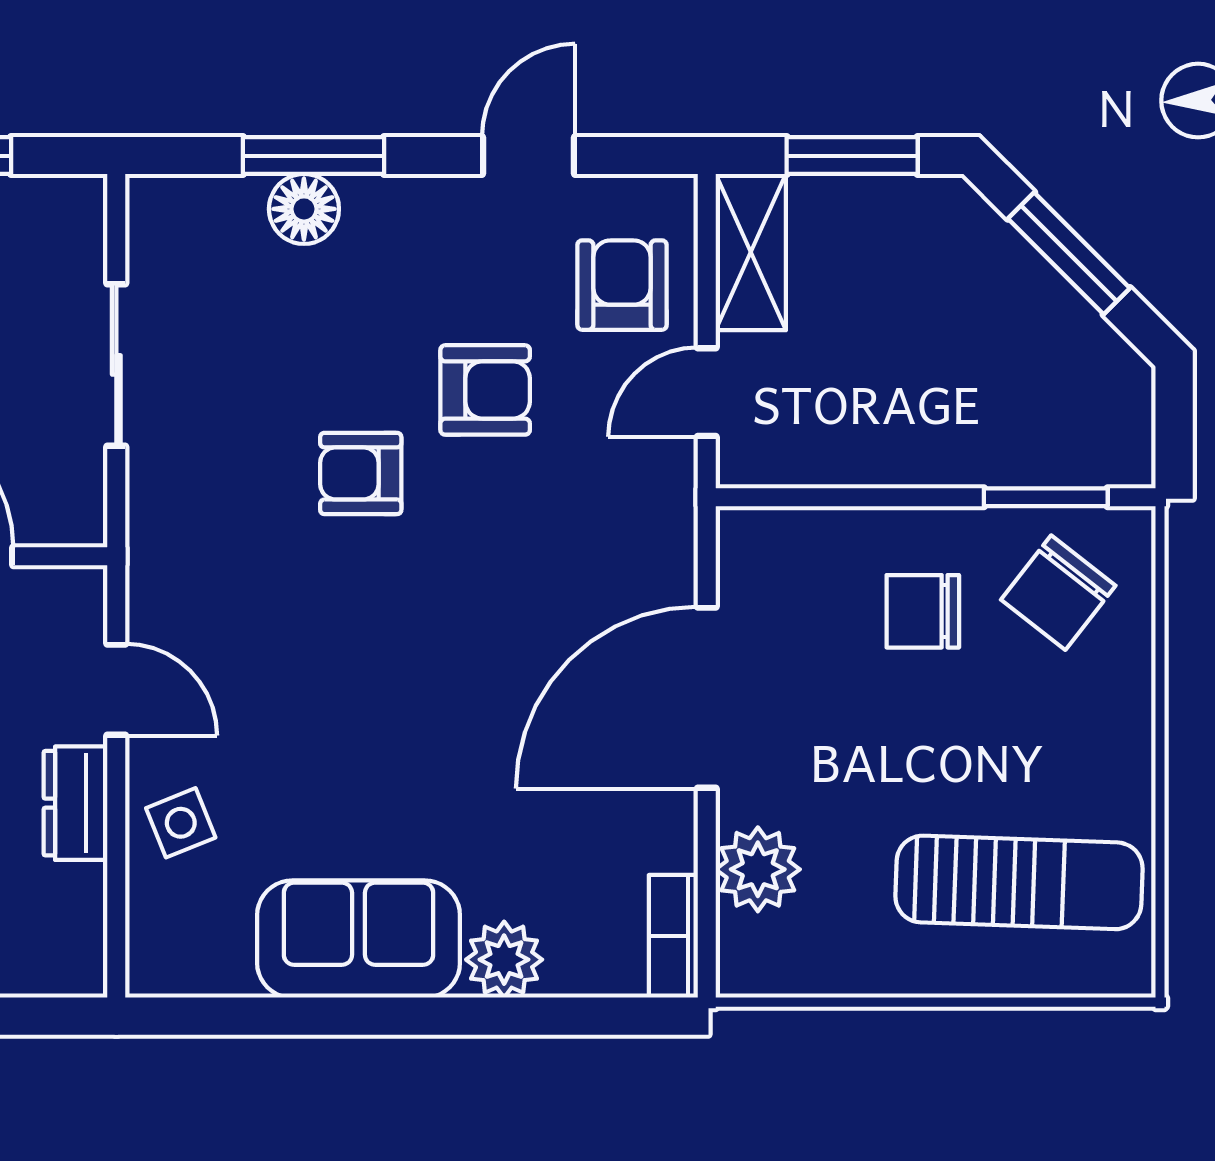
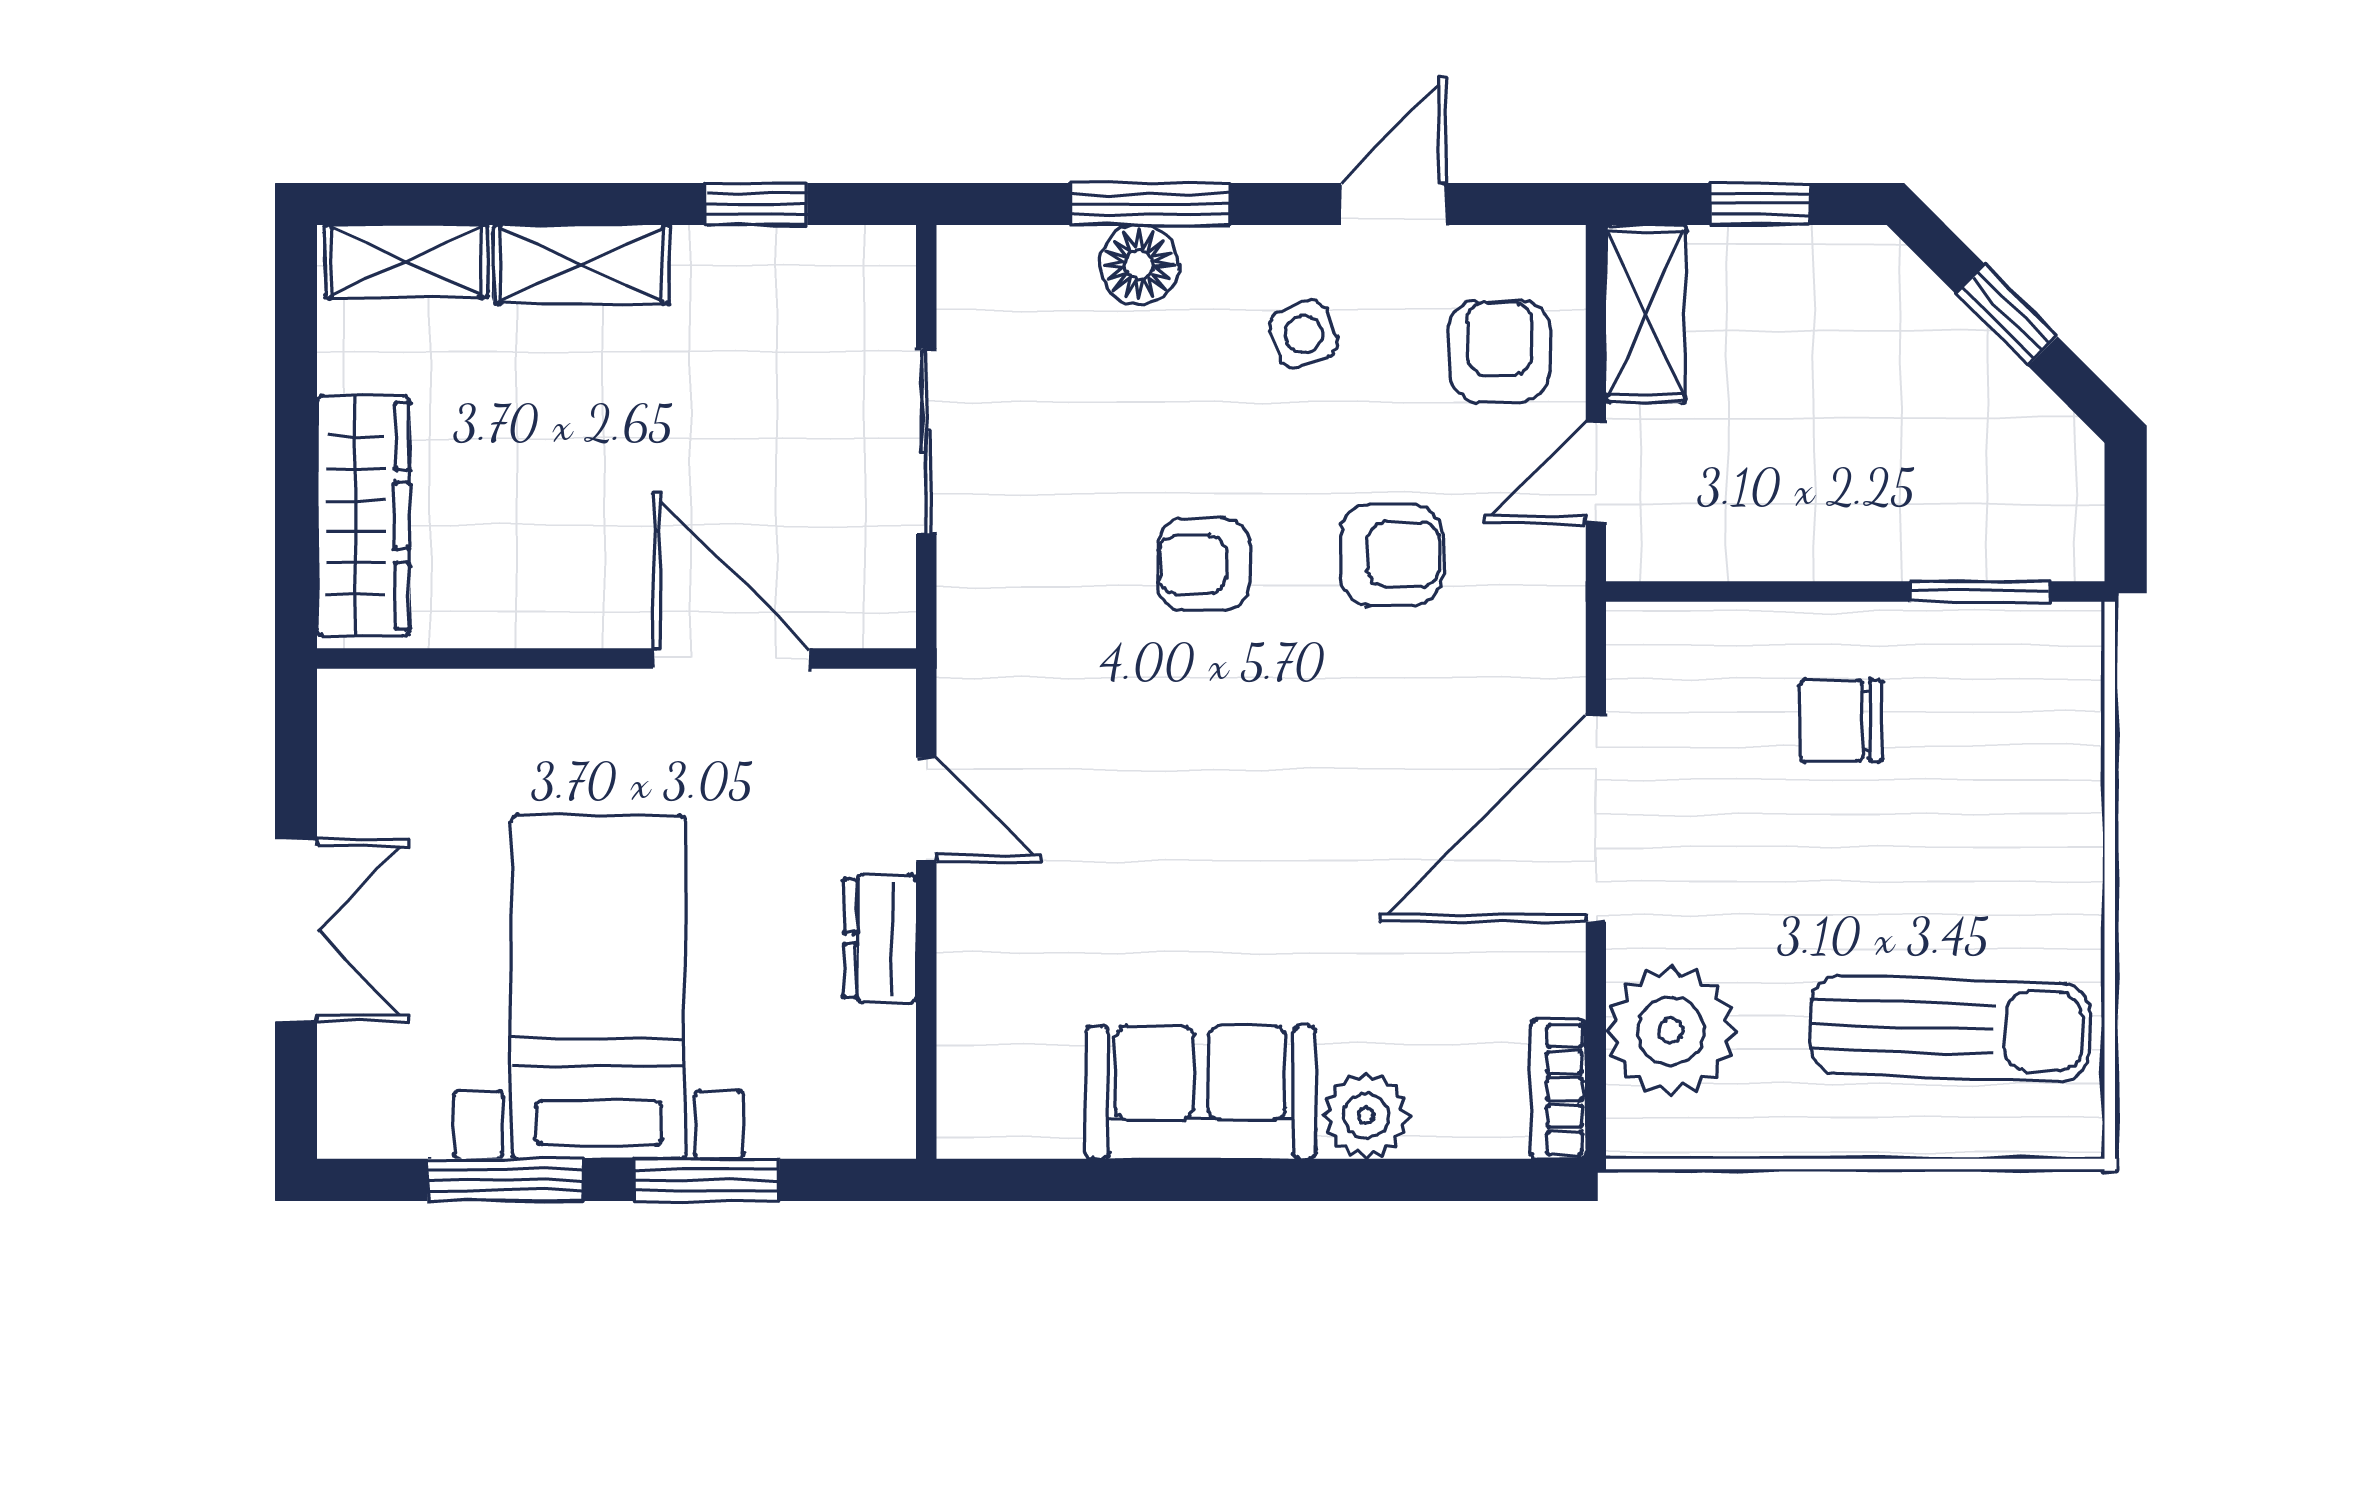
window: (852, 156) -> (1761, 204), width x0.67
window: (1069, 253) -> (2006, 315), width x0.67
armchair: (485, 390) -> (1391, 555), moved
chair: (1058, 593) -> (1994, 700), removed
side table: (181, 823) -> (1303, 335), moved
plant: (758, 869) -> (1671, 1031), width x1.36, depth x1.36

